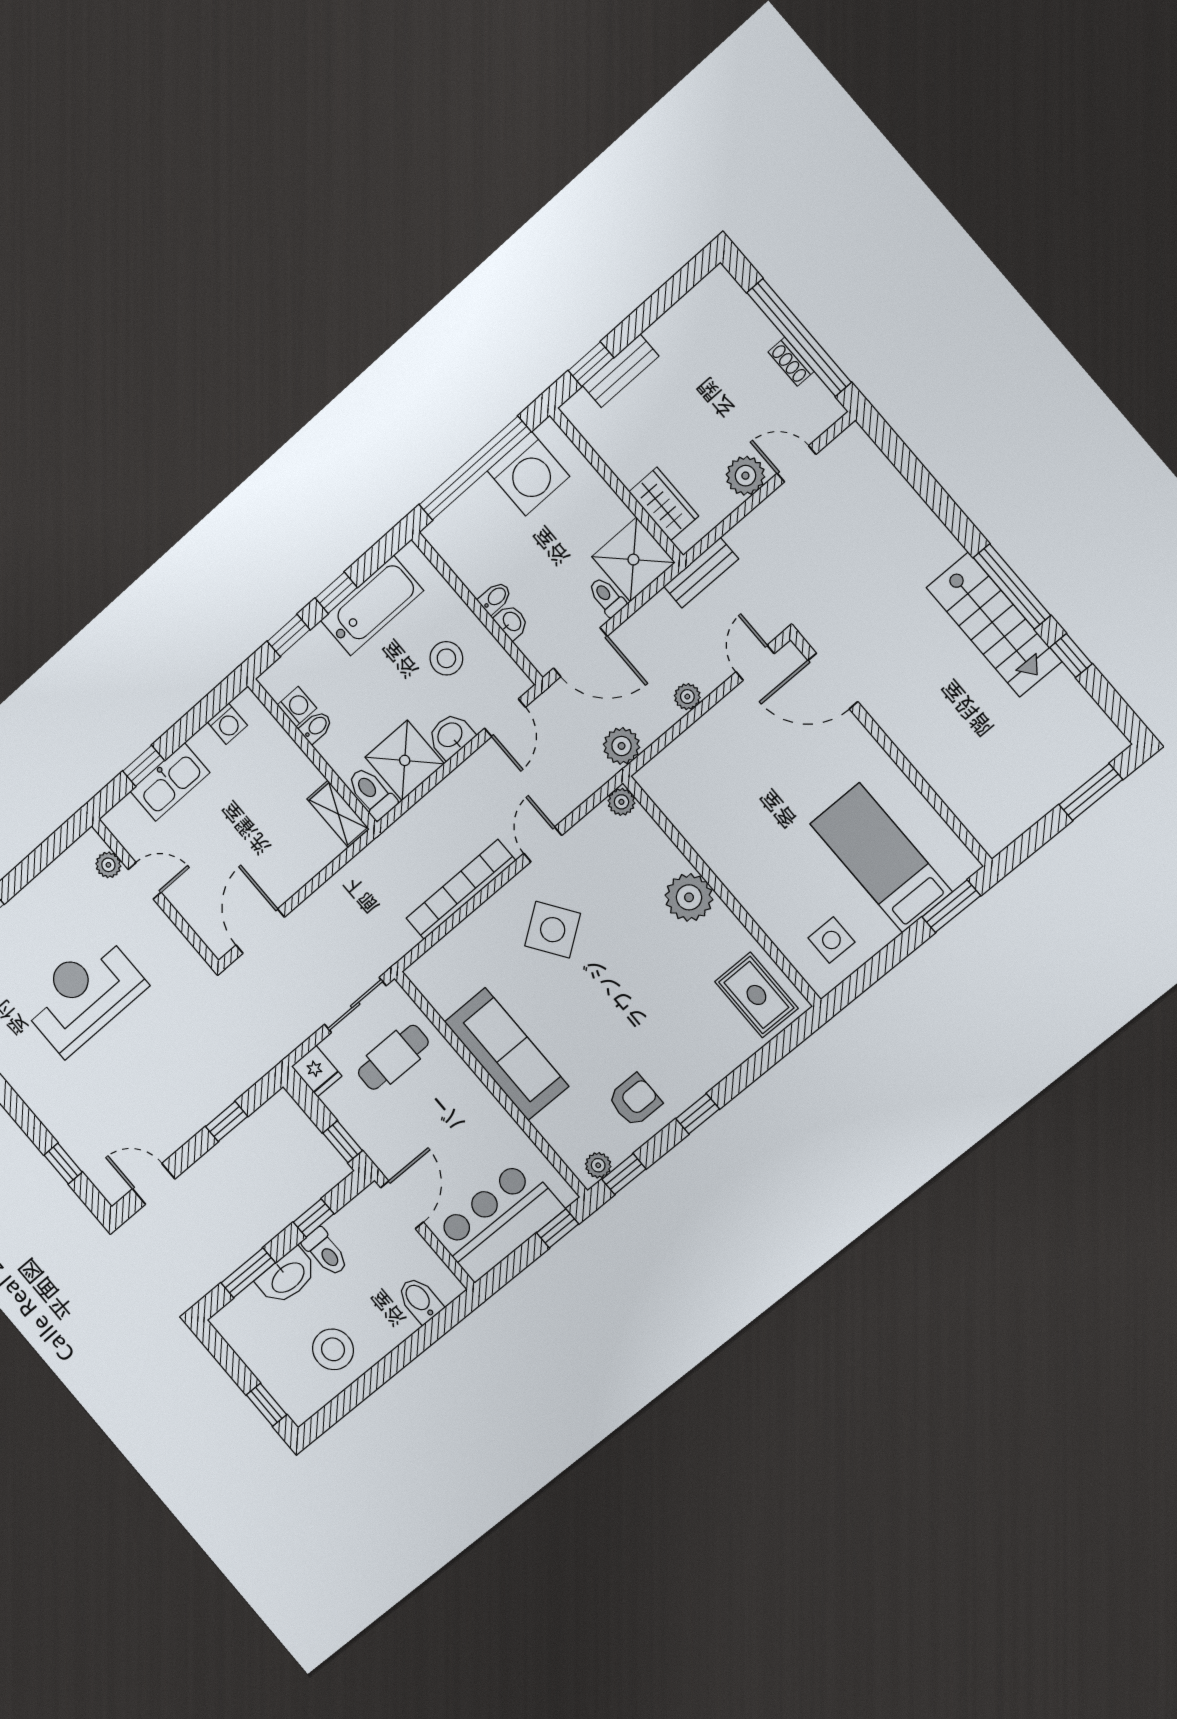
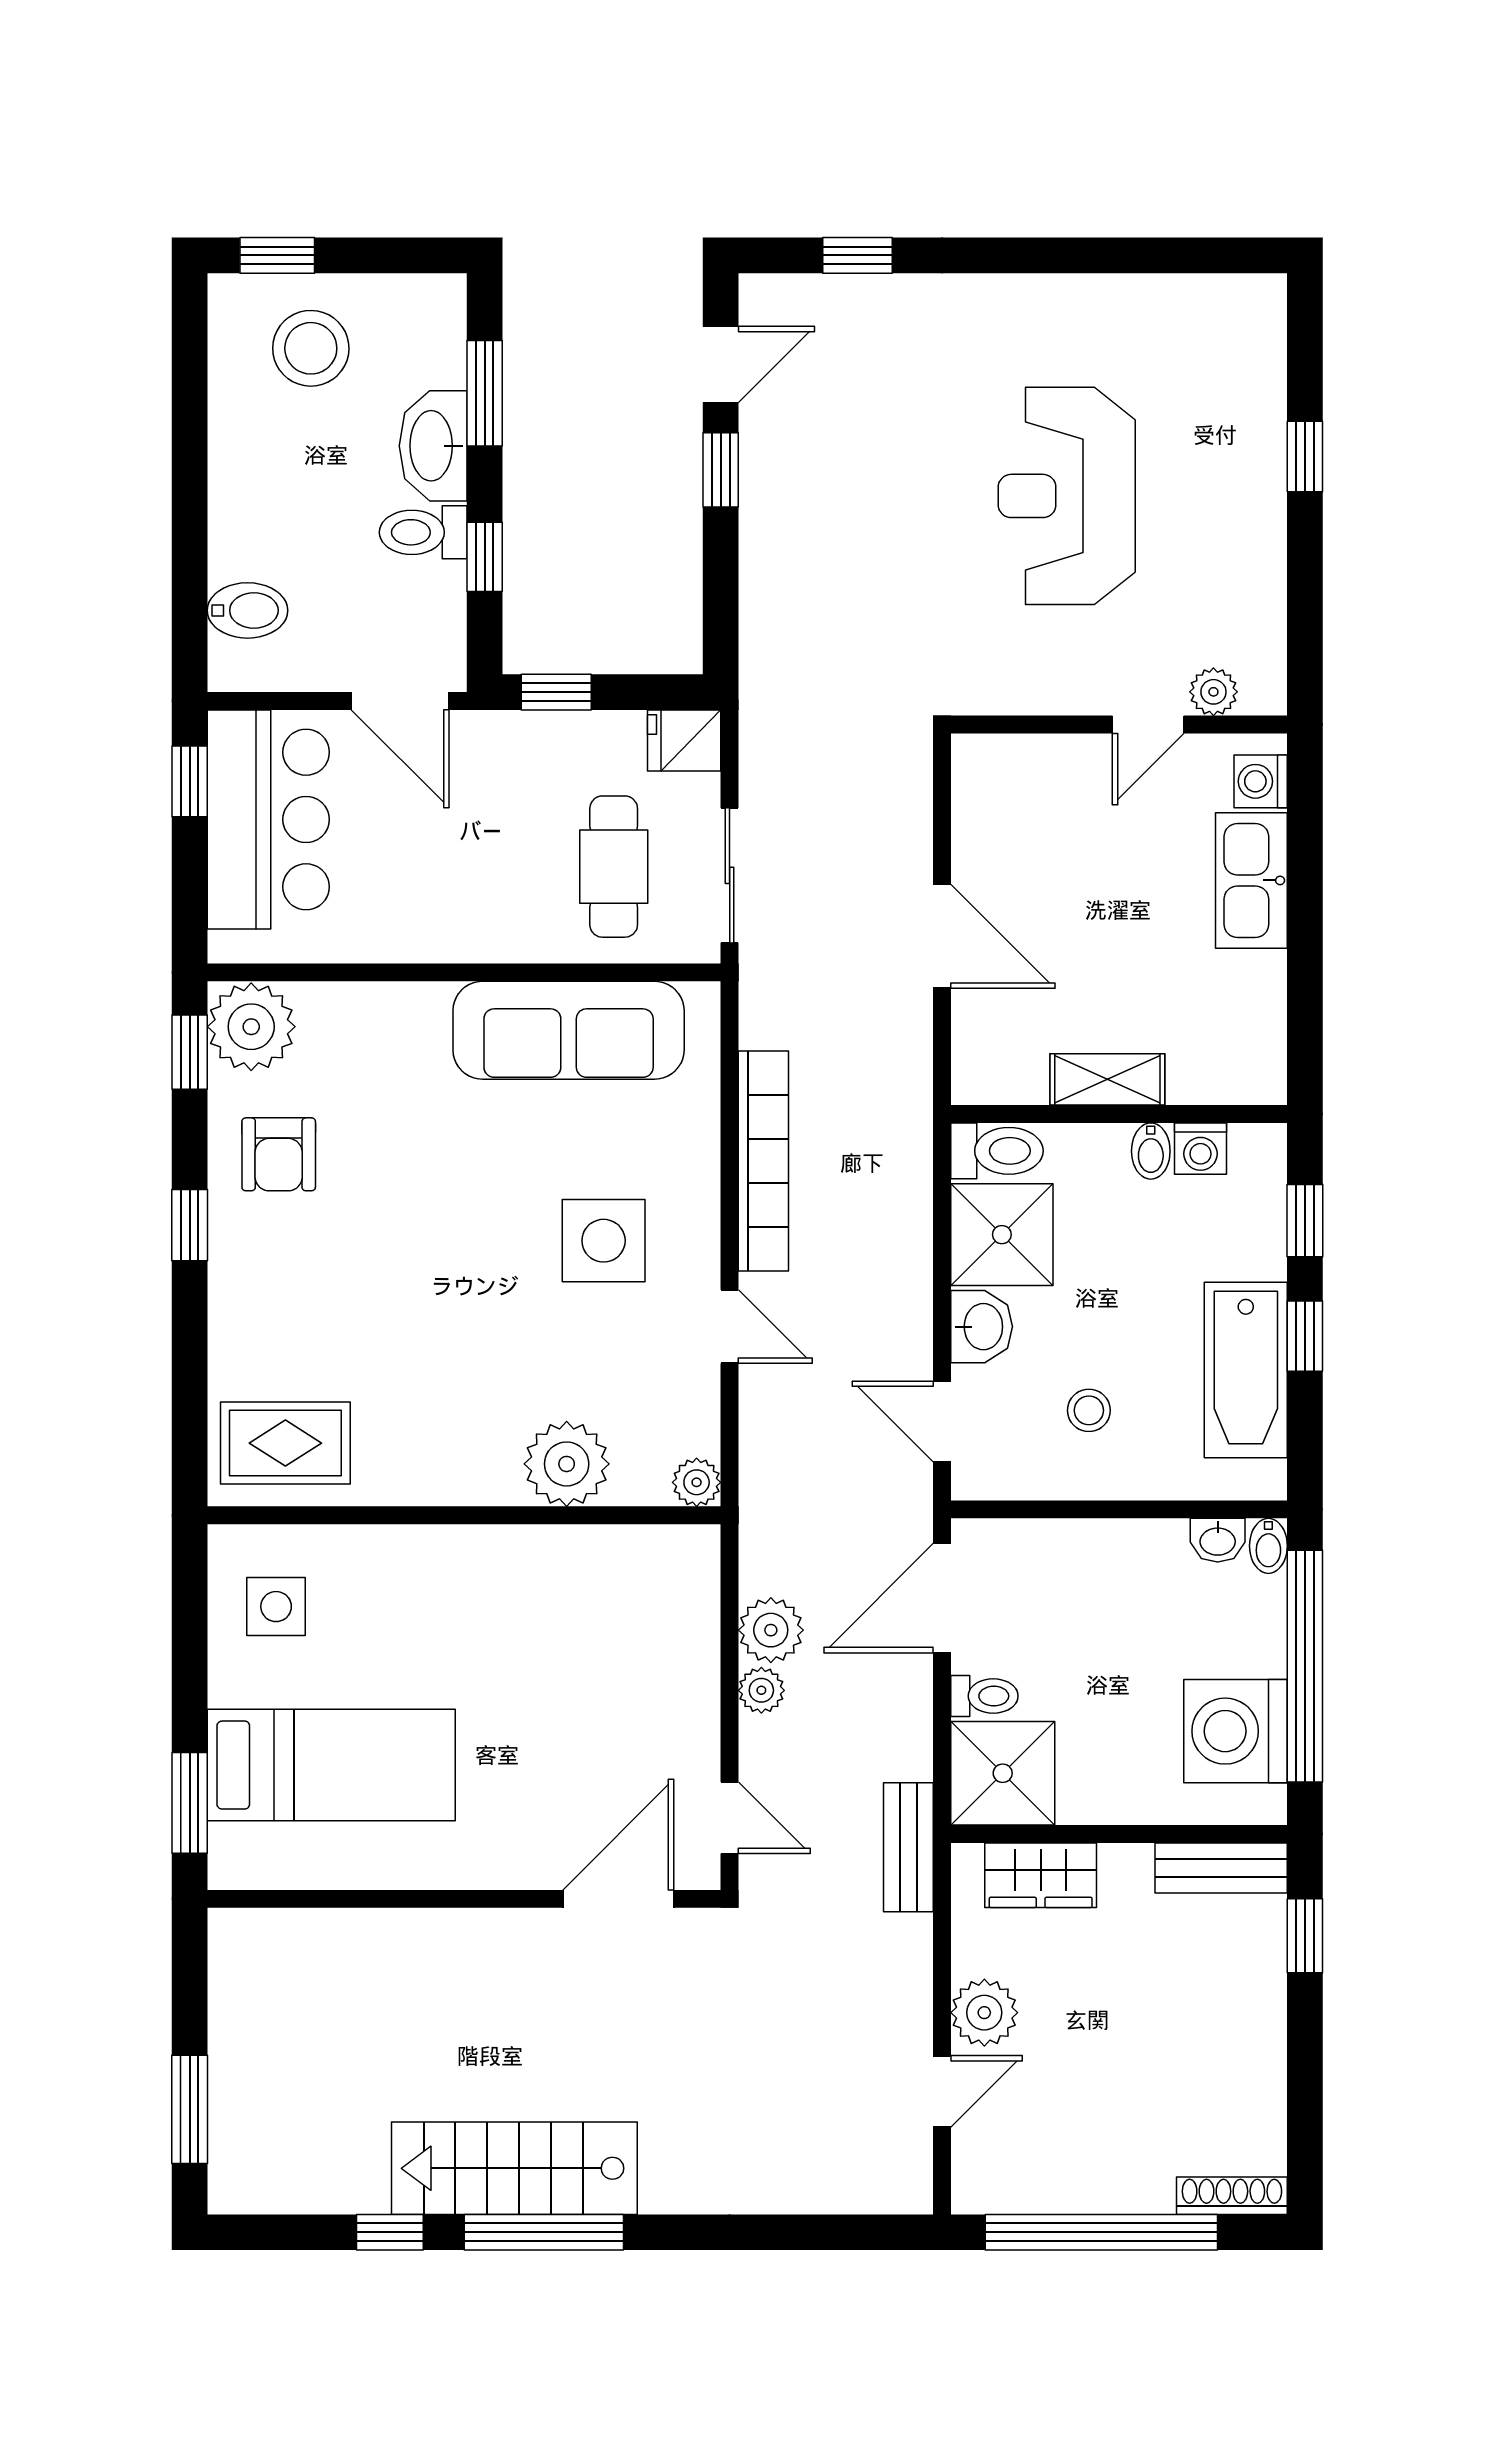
shoe rack: (791, 362) -> (1232, 2196), moved, width x1.43
bench: (621, 371) -> (1221, 1868), moved, turned 90
bidet: (495, 598) -> (1268, 1546), moved
washbasin: (512, 622) -> (1218, 1540), moved
stool: (446, 658) -> (1089, 1410), width x0.73, depth x0.73
washing machine: (227, 724) -> (1261, 781), moved
plant: (622, 746) -> (771, 1630), moved
window: (144, 766) -> (1305, 862), removed
shelving: (338, 814) -> (1107, 1079), moved
plant: (689, 897) -> (567, 1464), moved
side table: (553, 930) -> (604, 1241), turned 35
door: (260, 931) -> (942, 936), moved
reception desk: (83, 995) -> (1067, 496), turned 180
sofa: (507, 1054) -> (569, 1030), moved
window: (227, 1121) -> (721, 470), moved
plant: (598, 1165) -> (251, 1027), width x1.87, depth x1.87
window: (558, 1228) -> (190, 781), moved
stool: (333, 1349) -> (311, 348), moved

